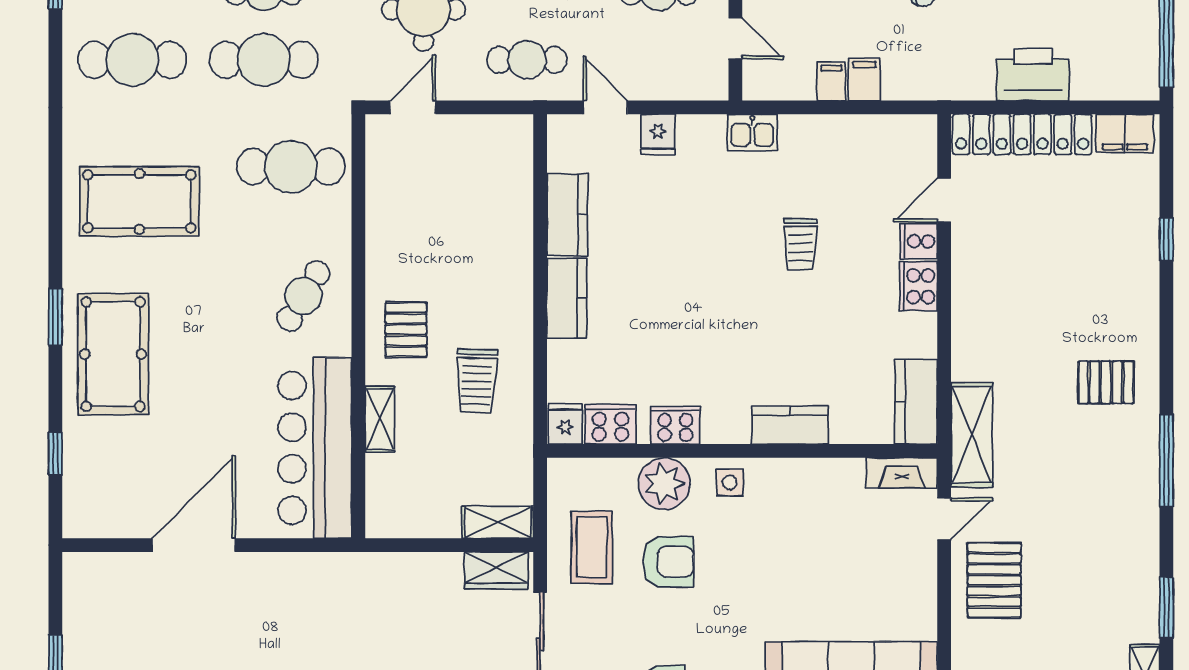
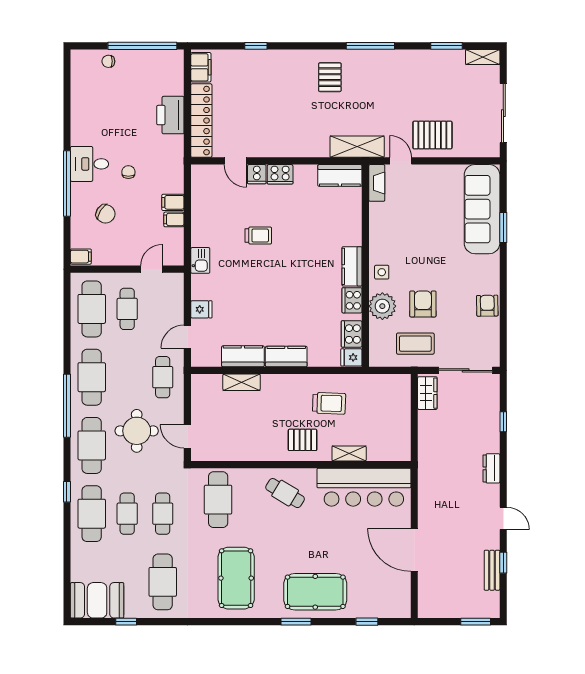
cafe table: (264, 60) -> (163, 514), width x0.73, depth x0.74
kitchen counter: (790, 425) -> (352, 266), moved
shelving: (498, 522) -> (242, 382), moved, turned 90

